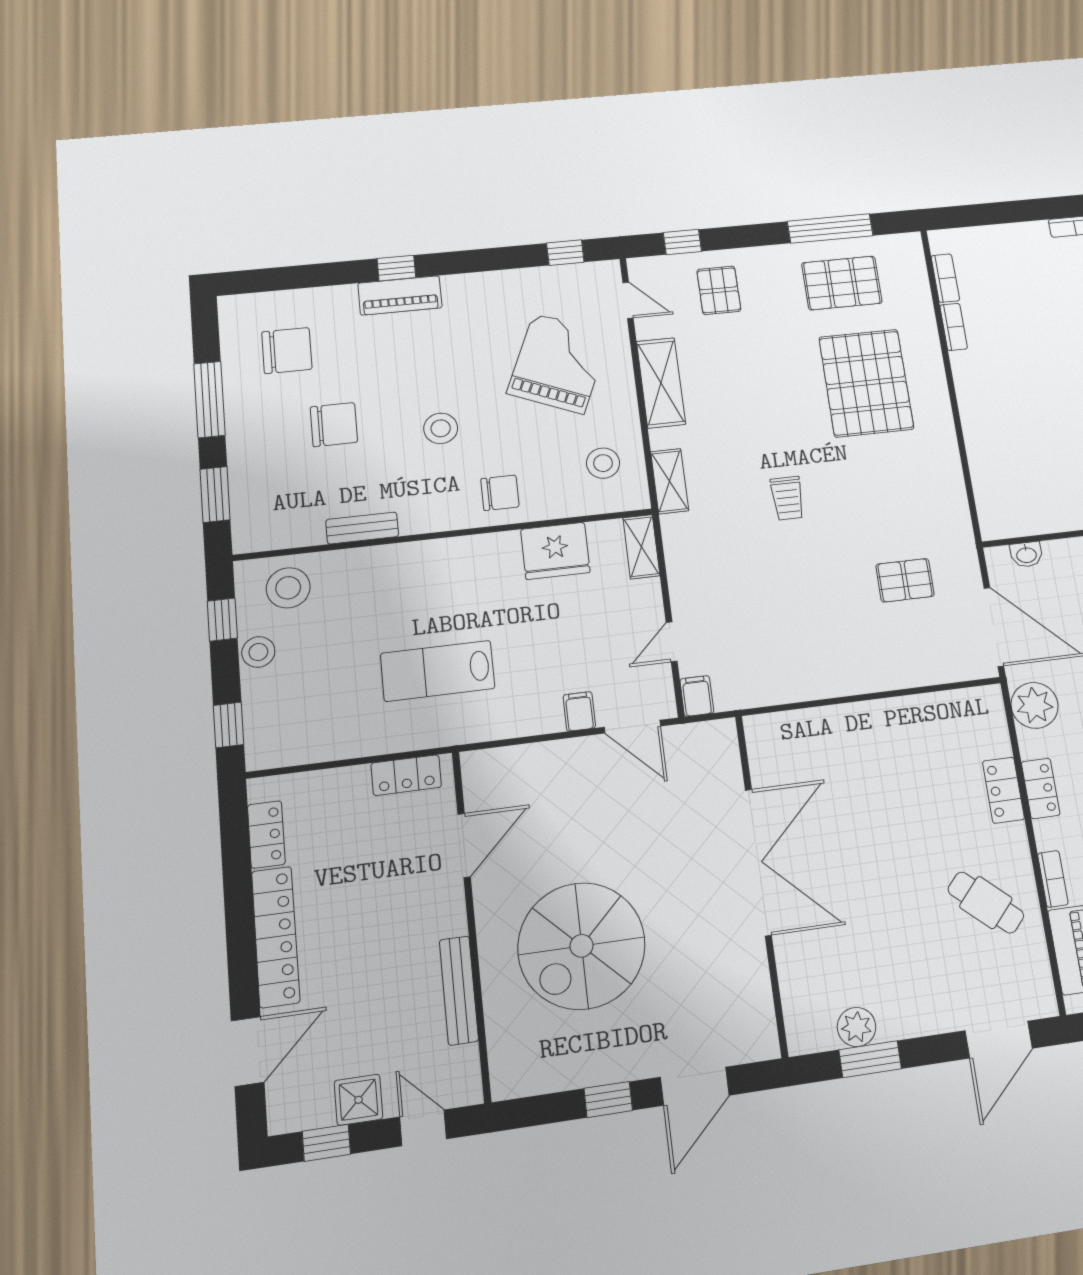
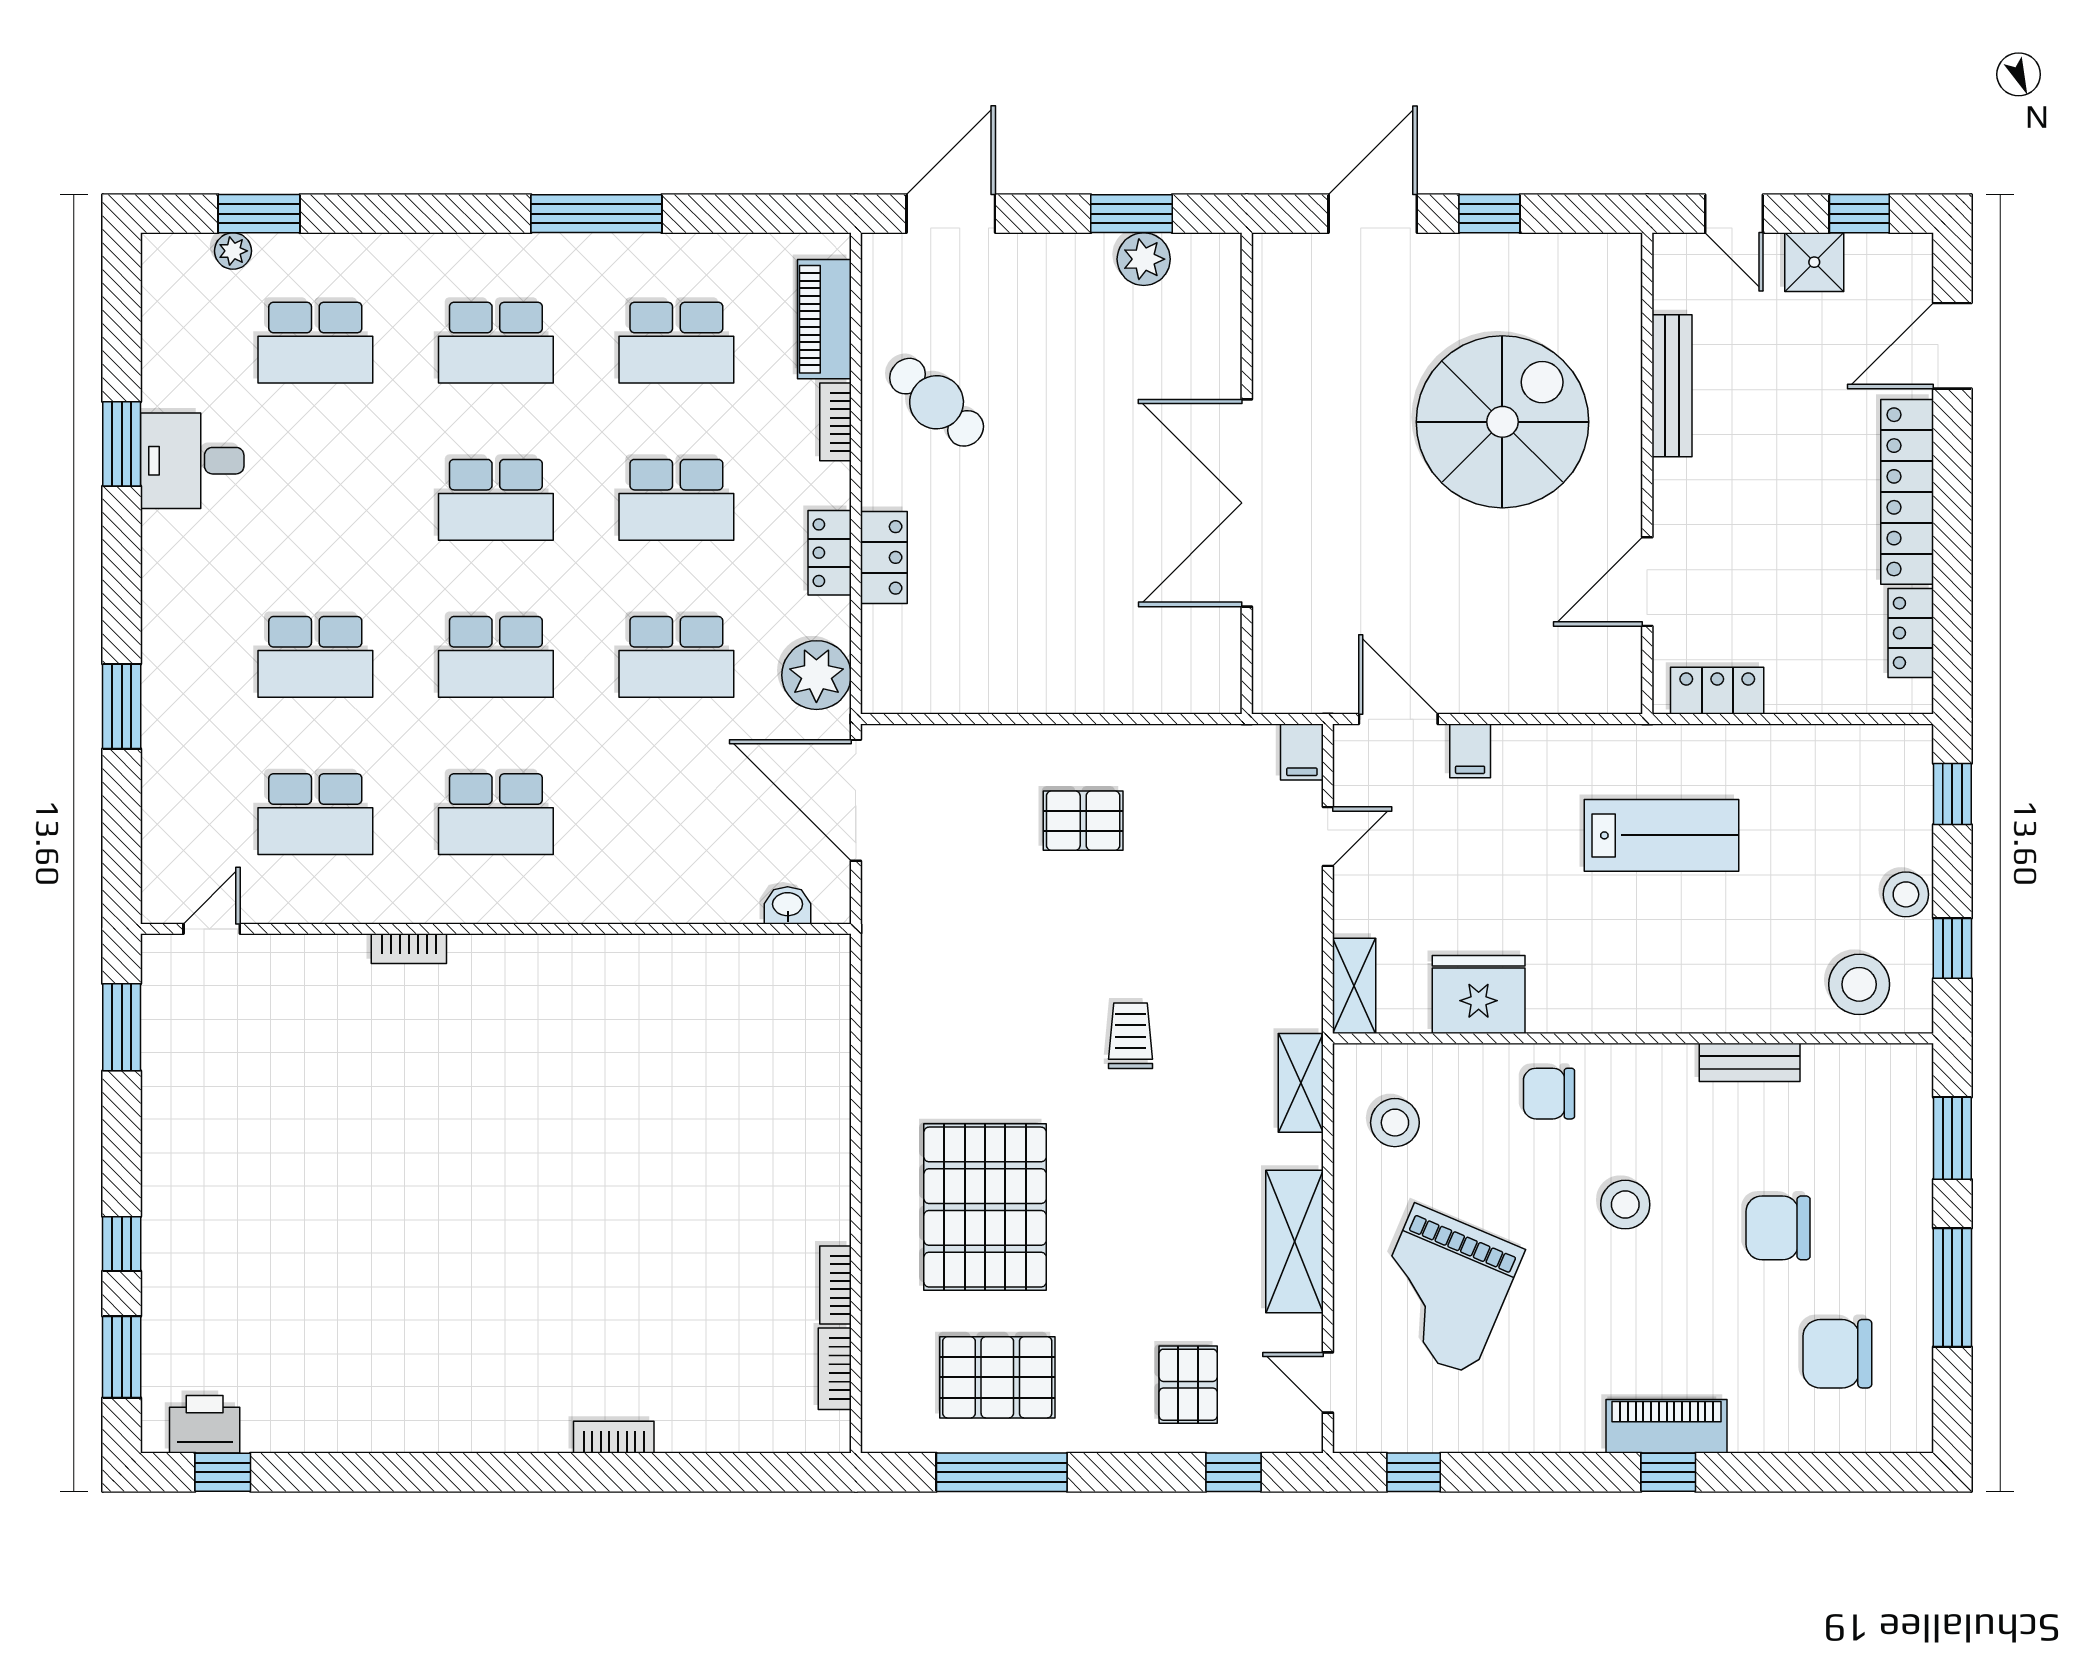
pallet: (905, 580) -> (1083, 821), moved

